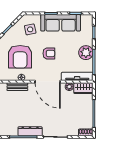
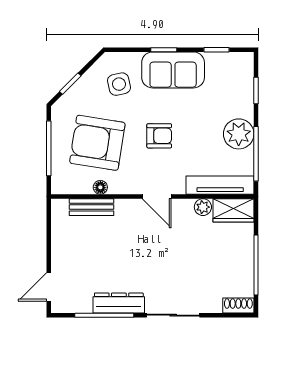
sofa: (61, 23) -> (173, 70), width x0.73
armchair: (20, 57) -> (97, 143), turned 99
door: (48, 82) -> (157, 196), width x0.53

